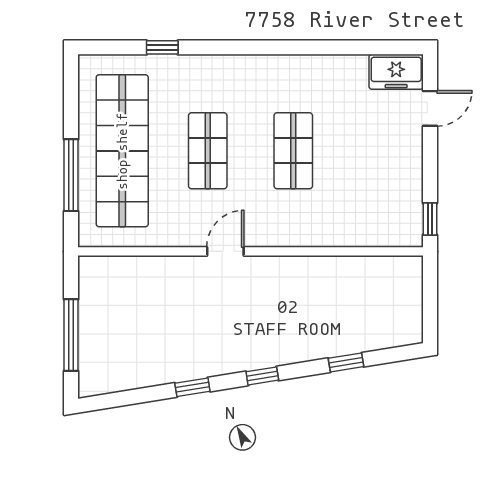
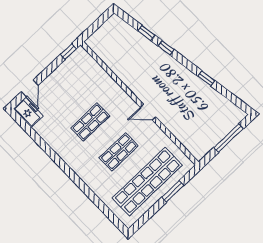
window: (162, 47) -> (98, 202), removed
door: (430, 108) -> (30, 88), swing flipped
window: (71, 175) -> (173, 191), width x0.69
window: (262, 376) -> (166, 48), moved

